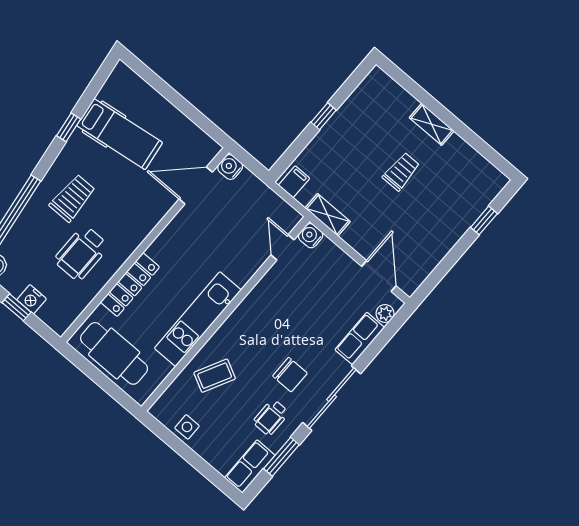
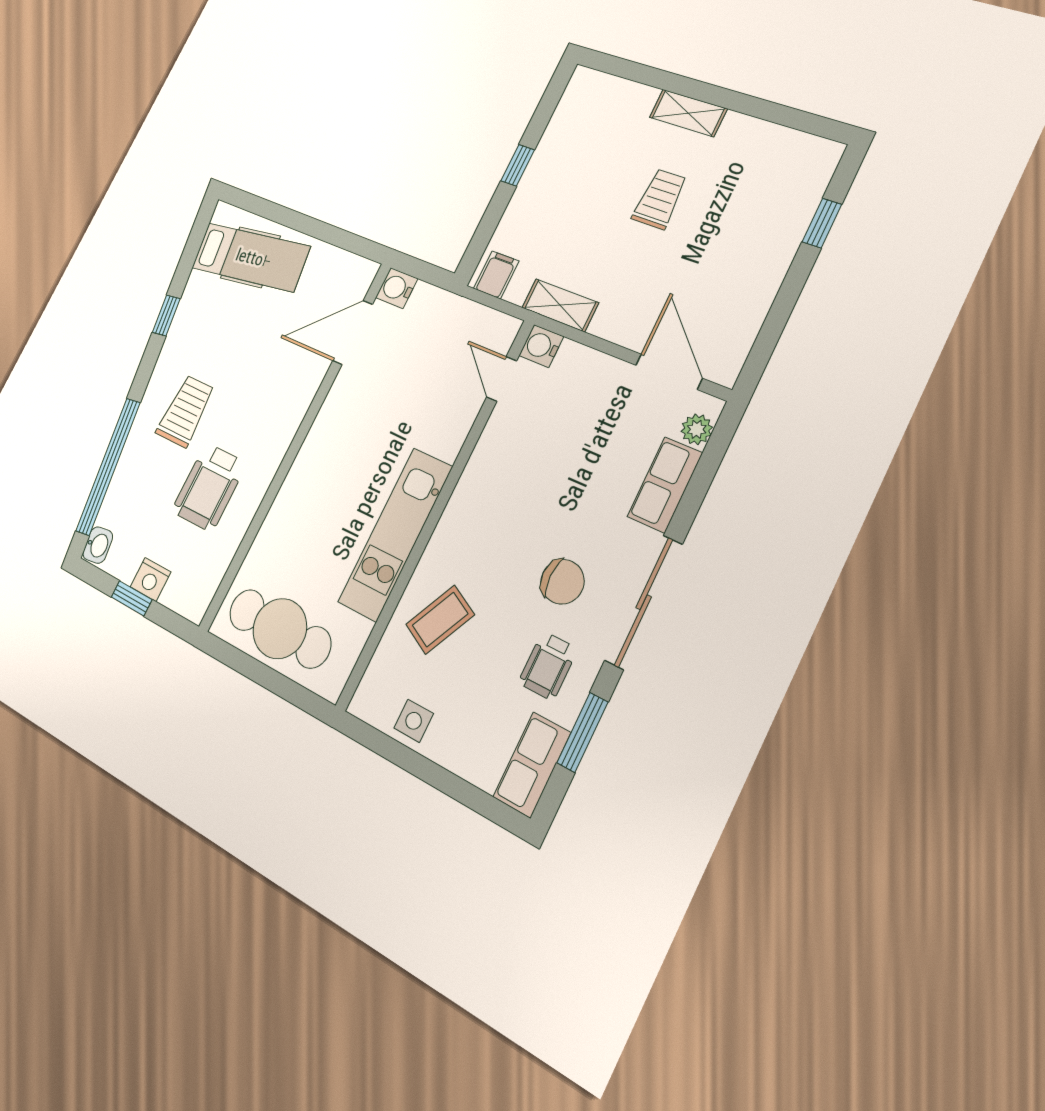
hospital bed: (120, 134) -> (250, 257), moved
locker: (130, 285) -> (285, 512), removed

